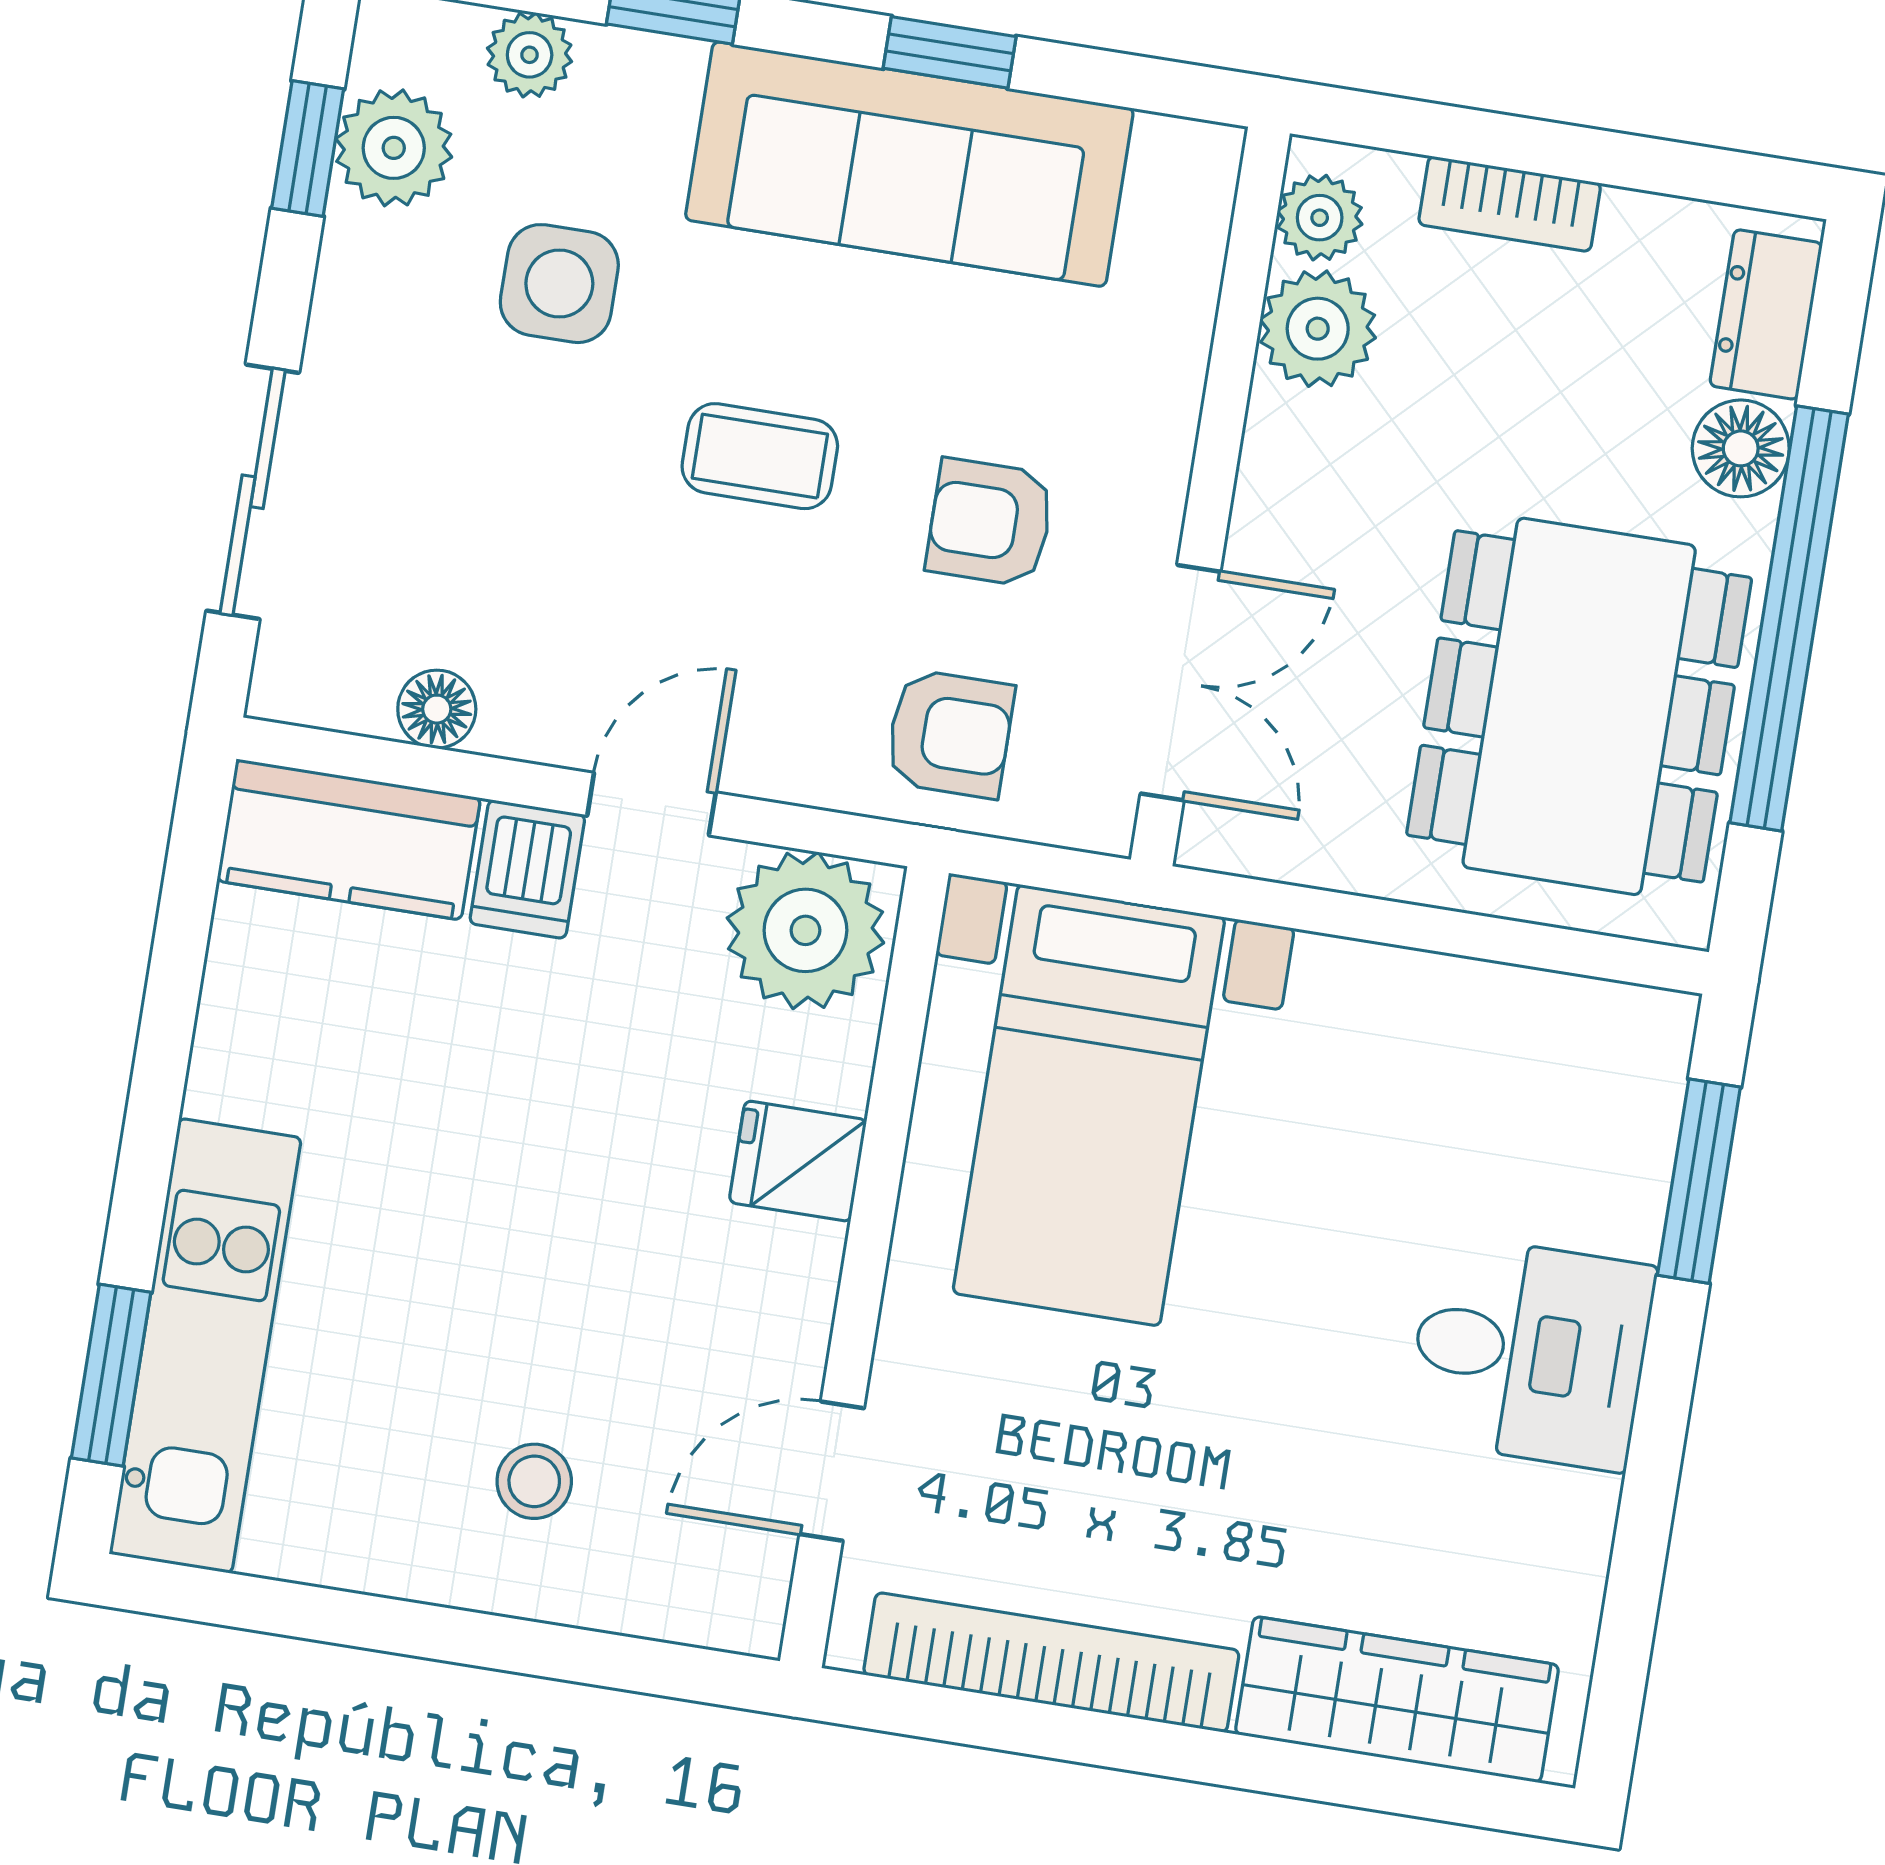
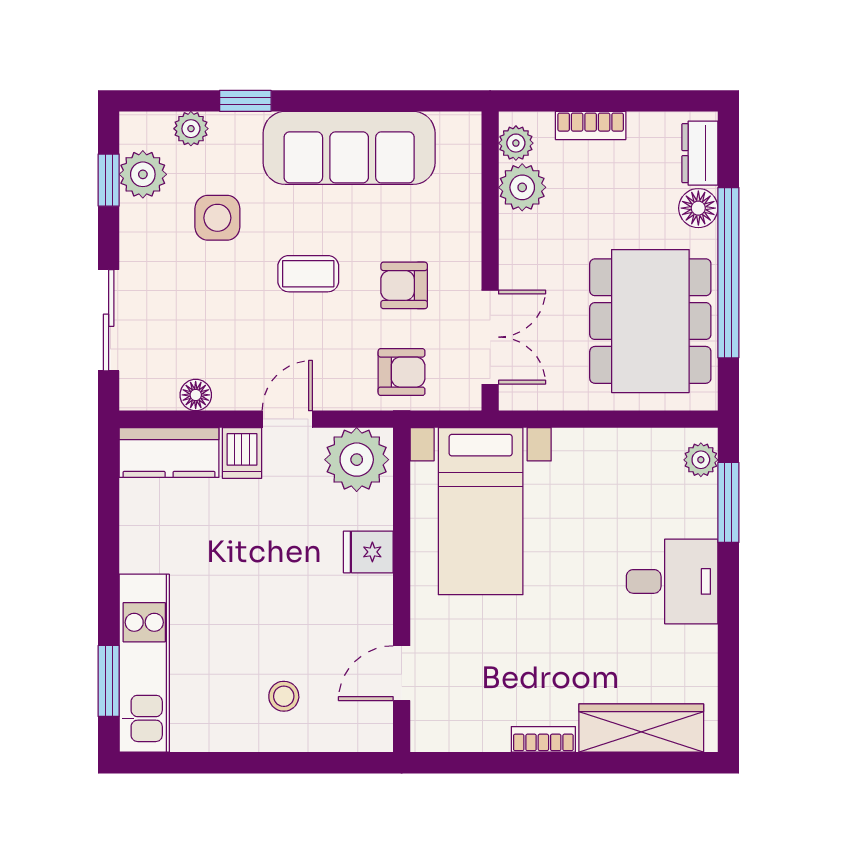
window: (950, 52) -> (358, 101), removed
plant: (1648, 1066) -> (701, 460), added
bookcase: (1051, 1662) -> (543, 739), width x0.43, depth x0.76

